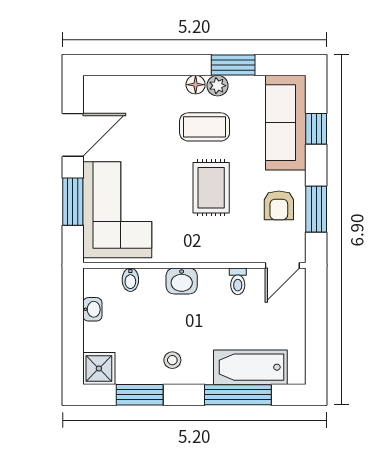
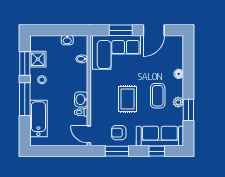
floor lamp: (196, 85) -> (179, 74), moved
door: (73, 135) -> (154, 30), hinge flipped
rug: (211, 188) -> (127, 99), turned 90
washbasin: (182, 281) -> (81, 99), moved
shower: (99, 368) -> (38, 59), moved
window: (238, 395) -> (25, 99), moved

